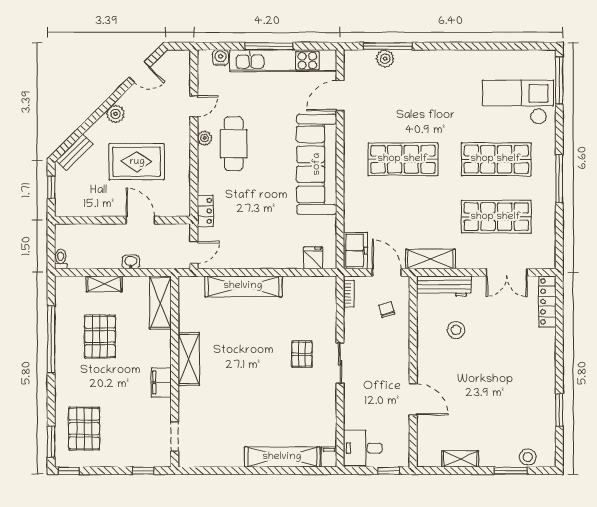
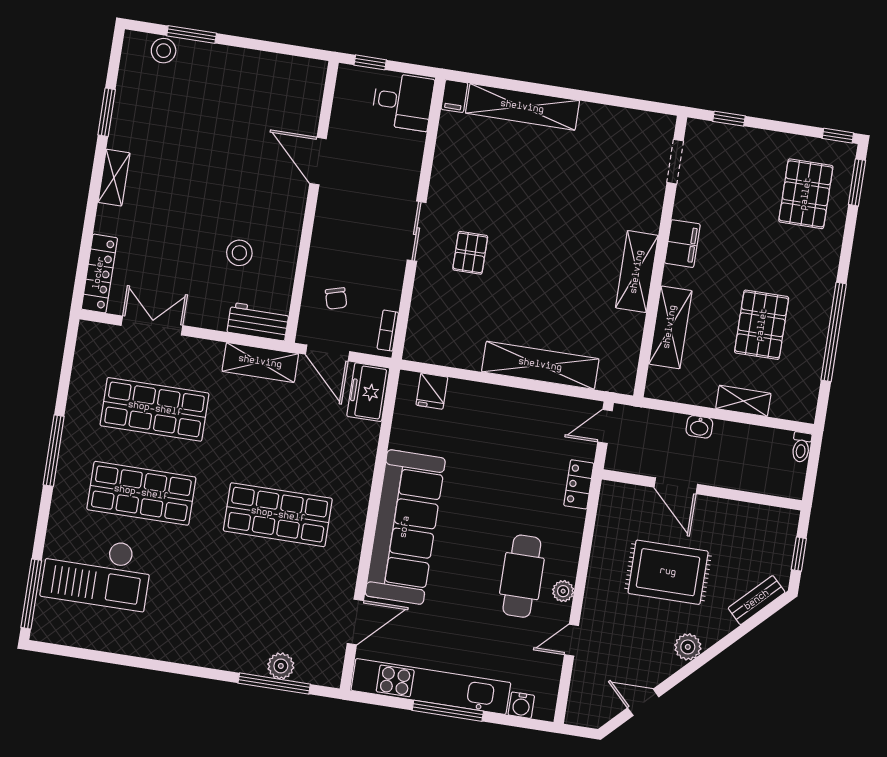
workbench: (444, 286) -> (258, 322), width x0.73
shelving: (161, 303) -> (670, 327), moved
shelving: (460, 459) -> (114, 178), moved, turned 90

